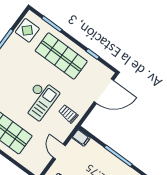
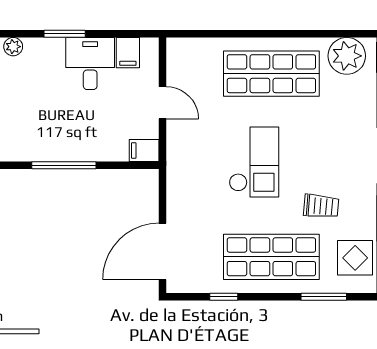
checkout: (40, 100) -> (254, 162), turned 180
trolley: (68, 114) -> (321, 206), moved

